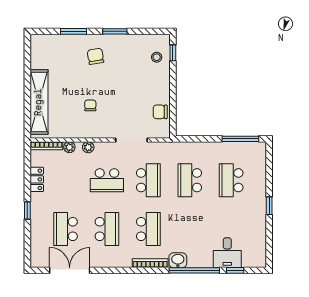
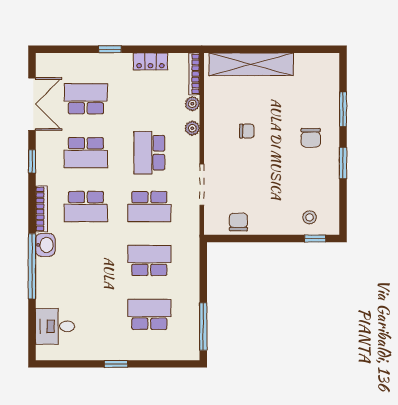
chair: (95, 56) -> (311, 138), turned 99
desk: (227, 253) -> (55, 326), moved
window: (235, 270) -> (32, 161), moved

